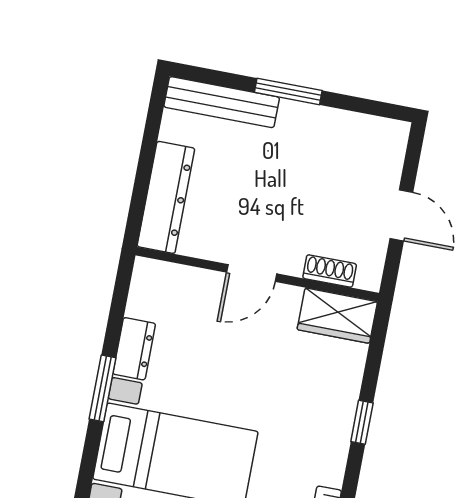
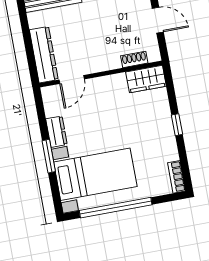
door: (252, 273) -> (72, 79), moved

